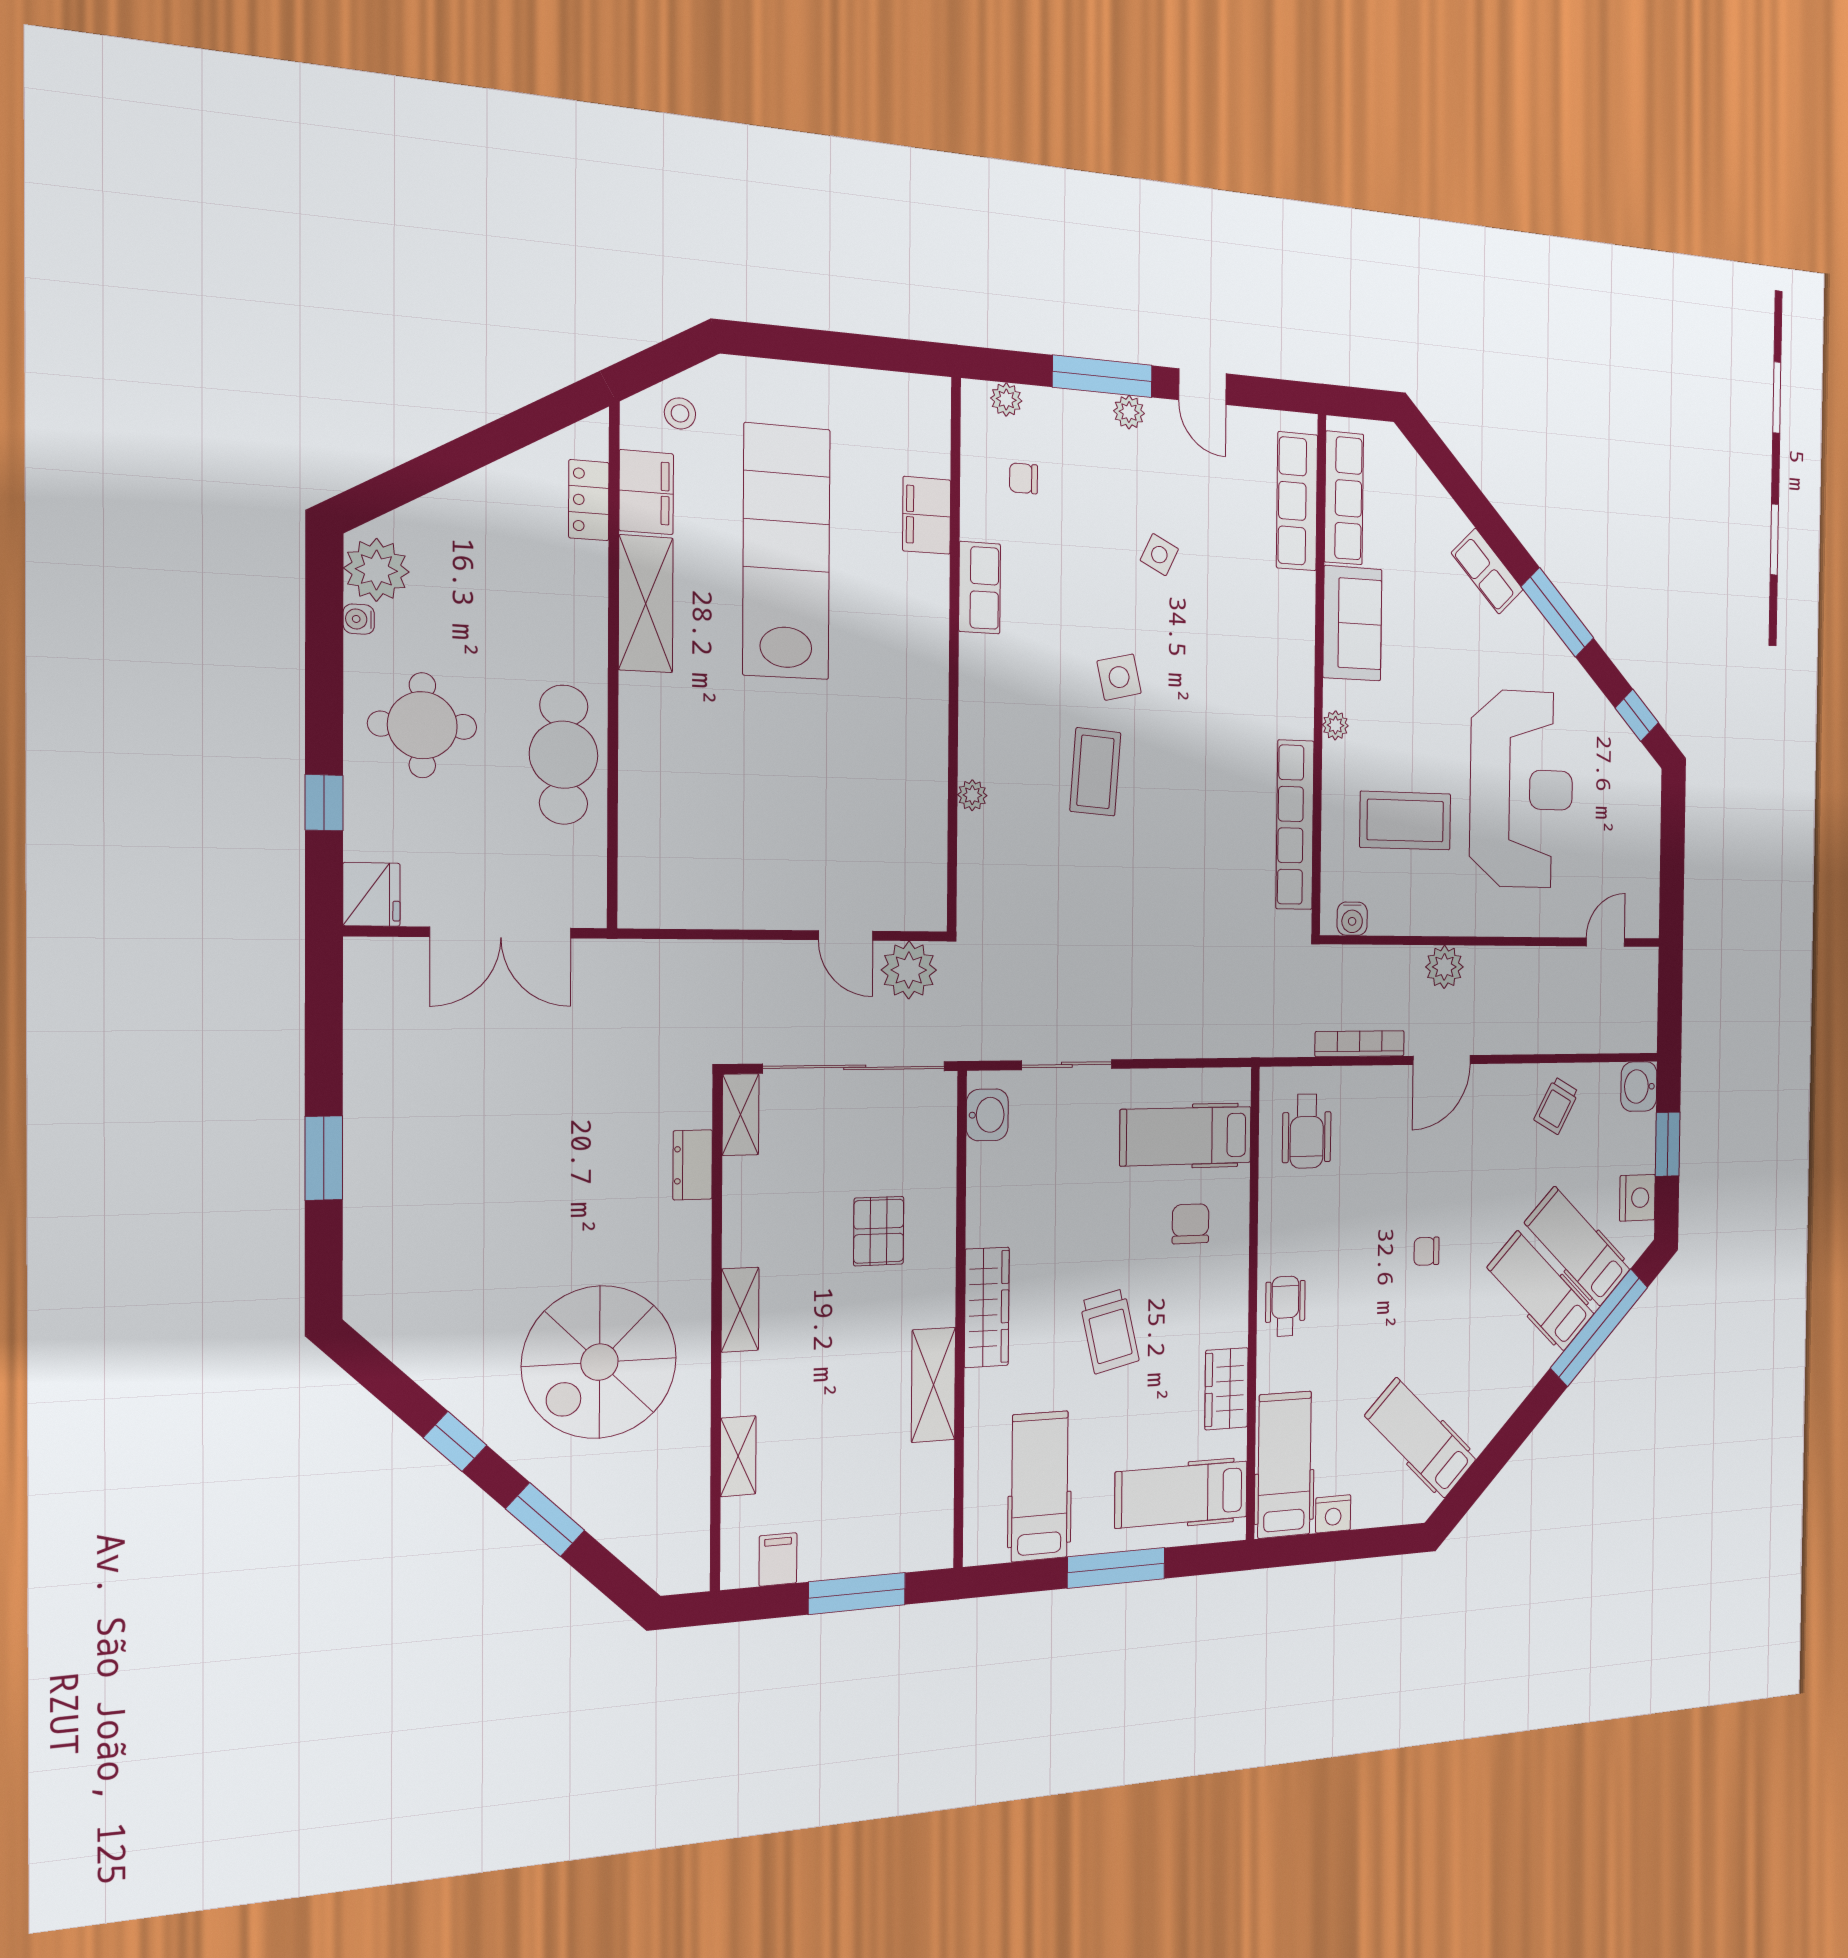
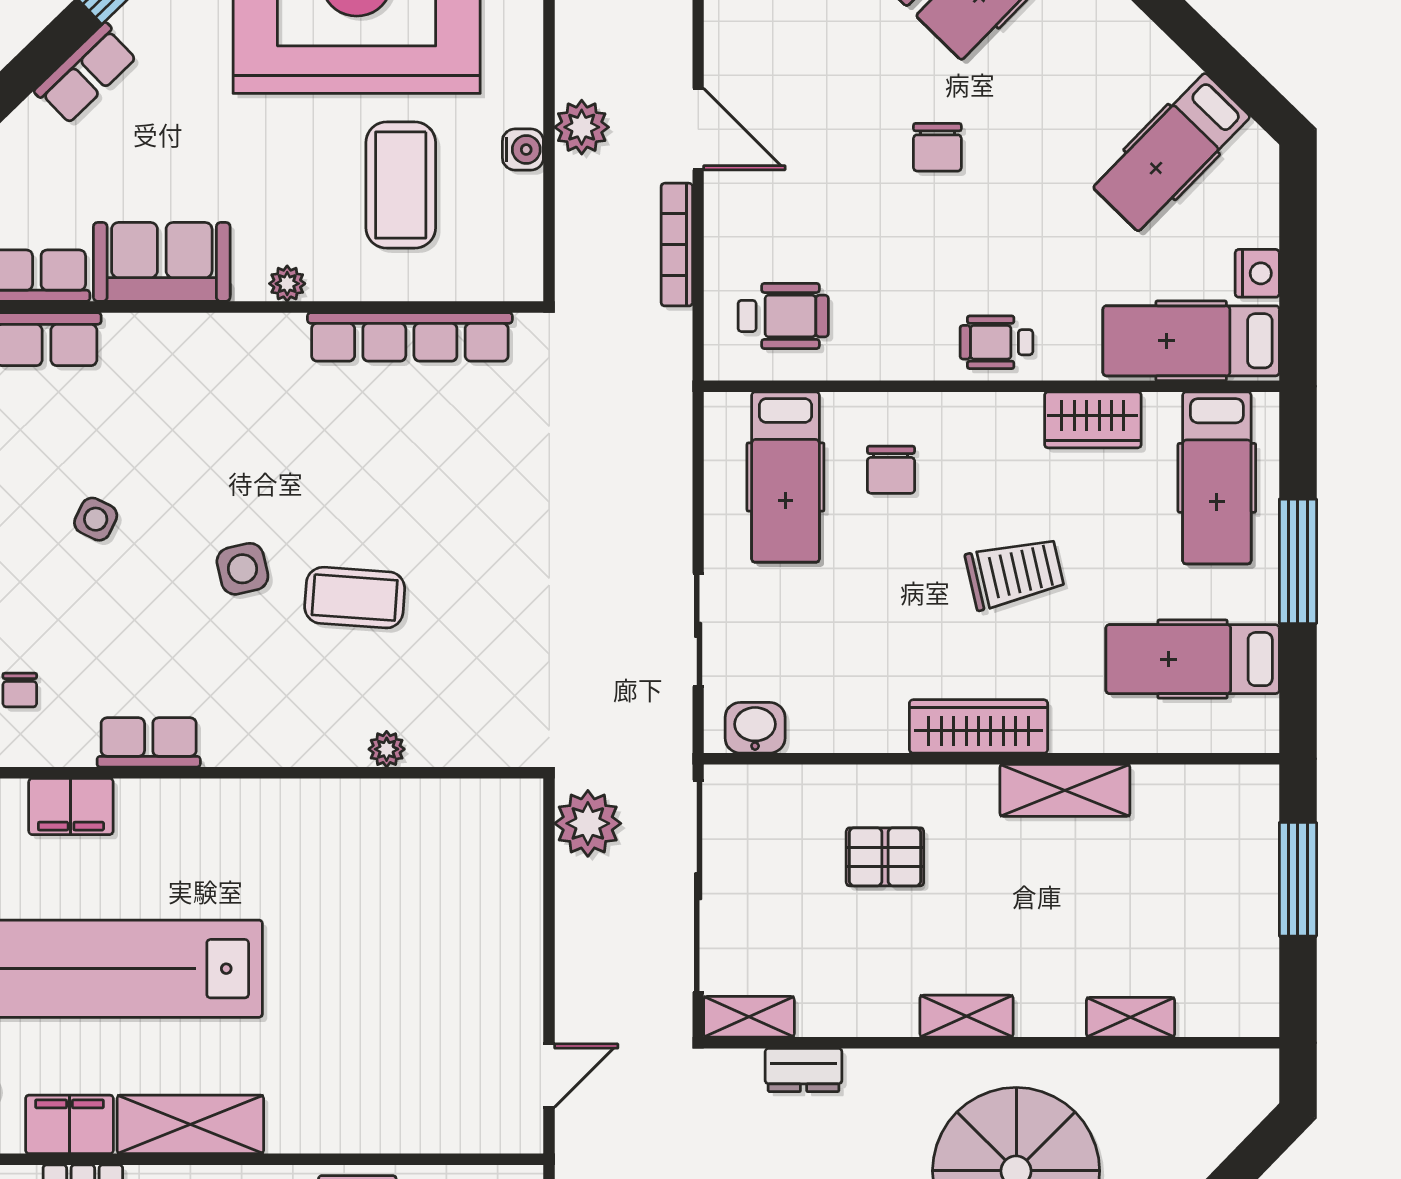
water cooler: (1352, 919) -> (523, 150), moved
door: (846, 936) -> (549, 1076), moved
chair: (1191, 1224) -> (891, 470), turned -90
chair: (1426, 1251) -> (937, 147), width x1.37, depth x1.37
filing cabinet: (778, 1559) -> (1251, 971), removed

